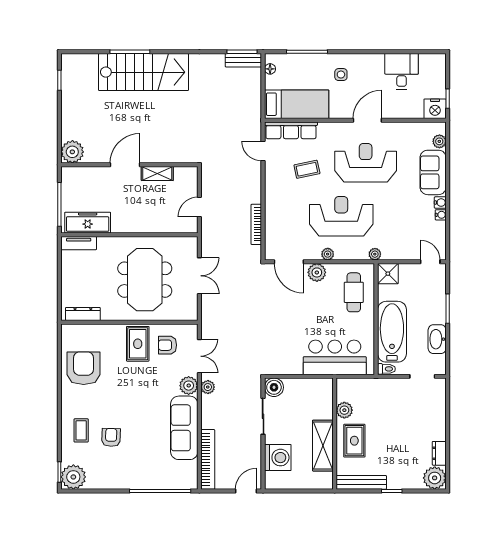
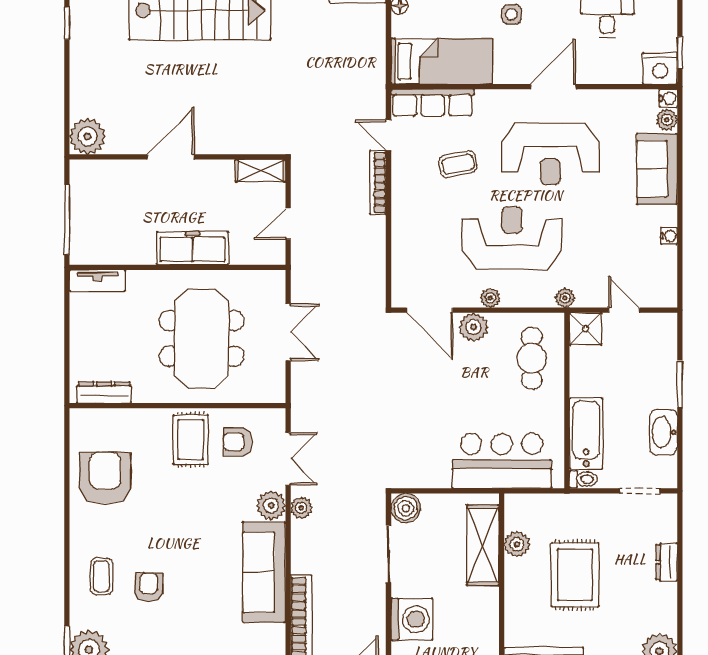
reception desk: (366, 163) -> (550, 154), turned 180
shelving: (157, 173) -> (261, 171), moved
water cooler: (440, 203) -> (668, 98), moved
freezer: (88, 223) -> (193, 248), moved
bookcase: (256, 224) -> (378, 182), moved
door: (430, 262) -> (624, 310), moved
bathtub: (392, 332) -> (586, 433), width x0.73, depth x0.73
rug: (354, 441) -> (575, 575), moved, width x1.36, depth x1.43
shelving: (323, 446) -> (483, 545), moved
dresser: (439, 453) -> (667, 562), moved

